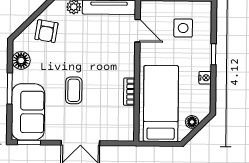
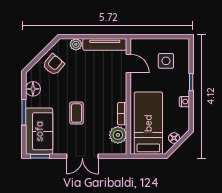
armchair: (46, 31) -> (54, 65), turned -149
plant: (124, 117) -> (118, 135), added

